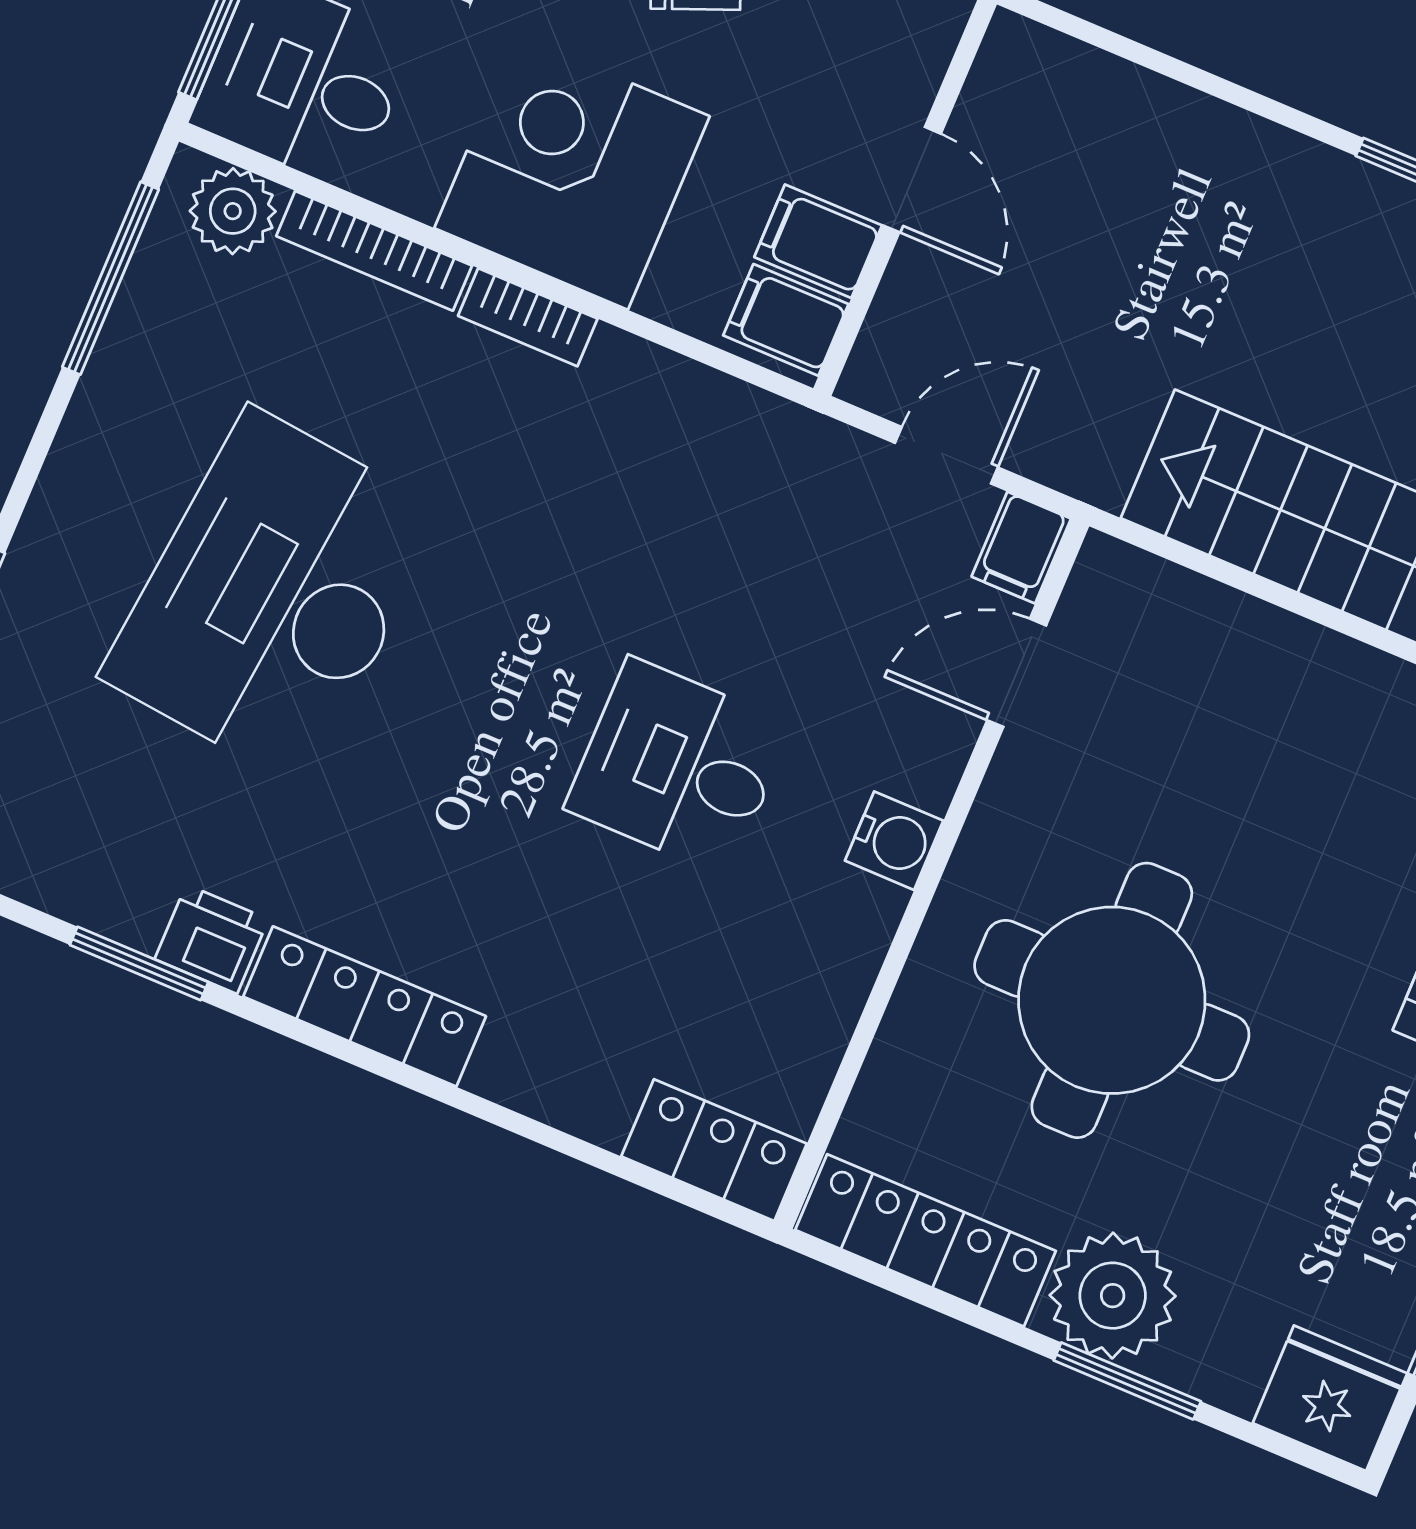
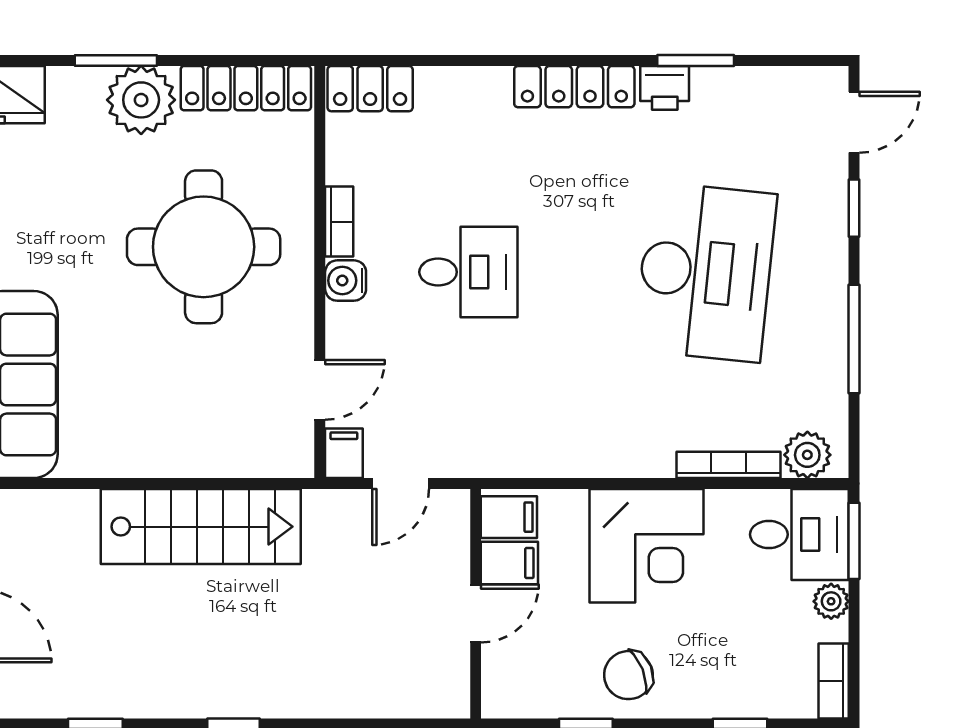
door: (912, 180) -> (476, 613), swing flipped
window: (110, 278) -> (854, 339), moved
bookcase: (528, 317) -> (339, 222), moved, turned 90

